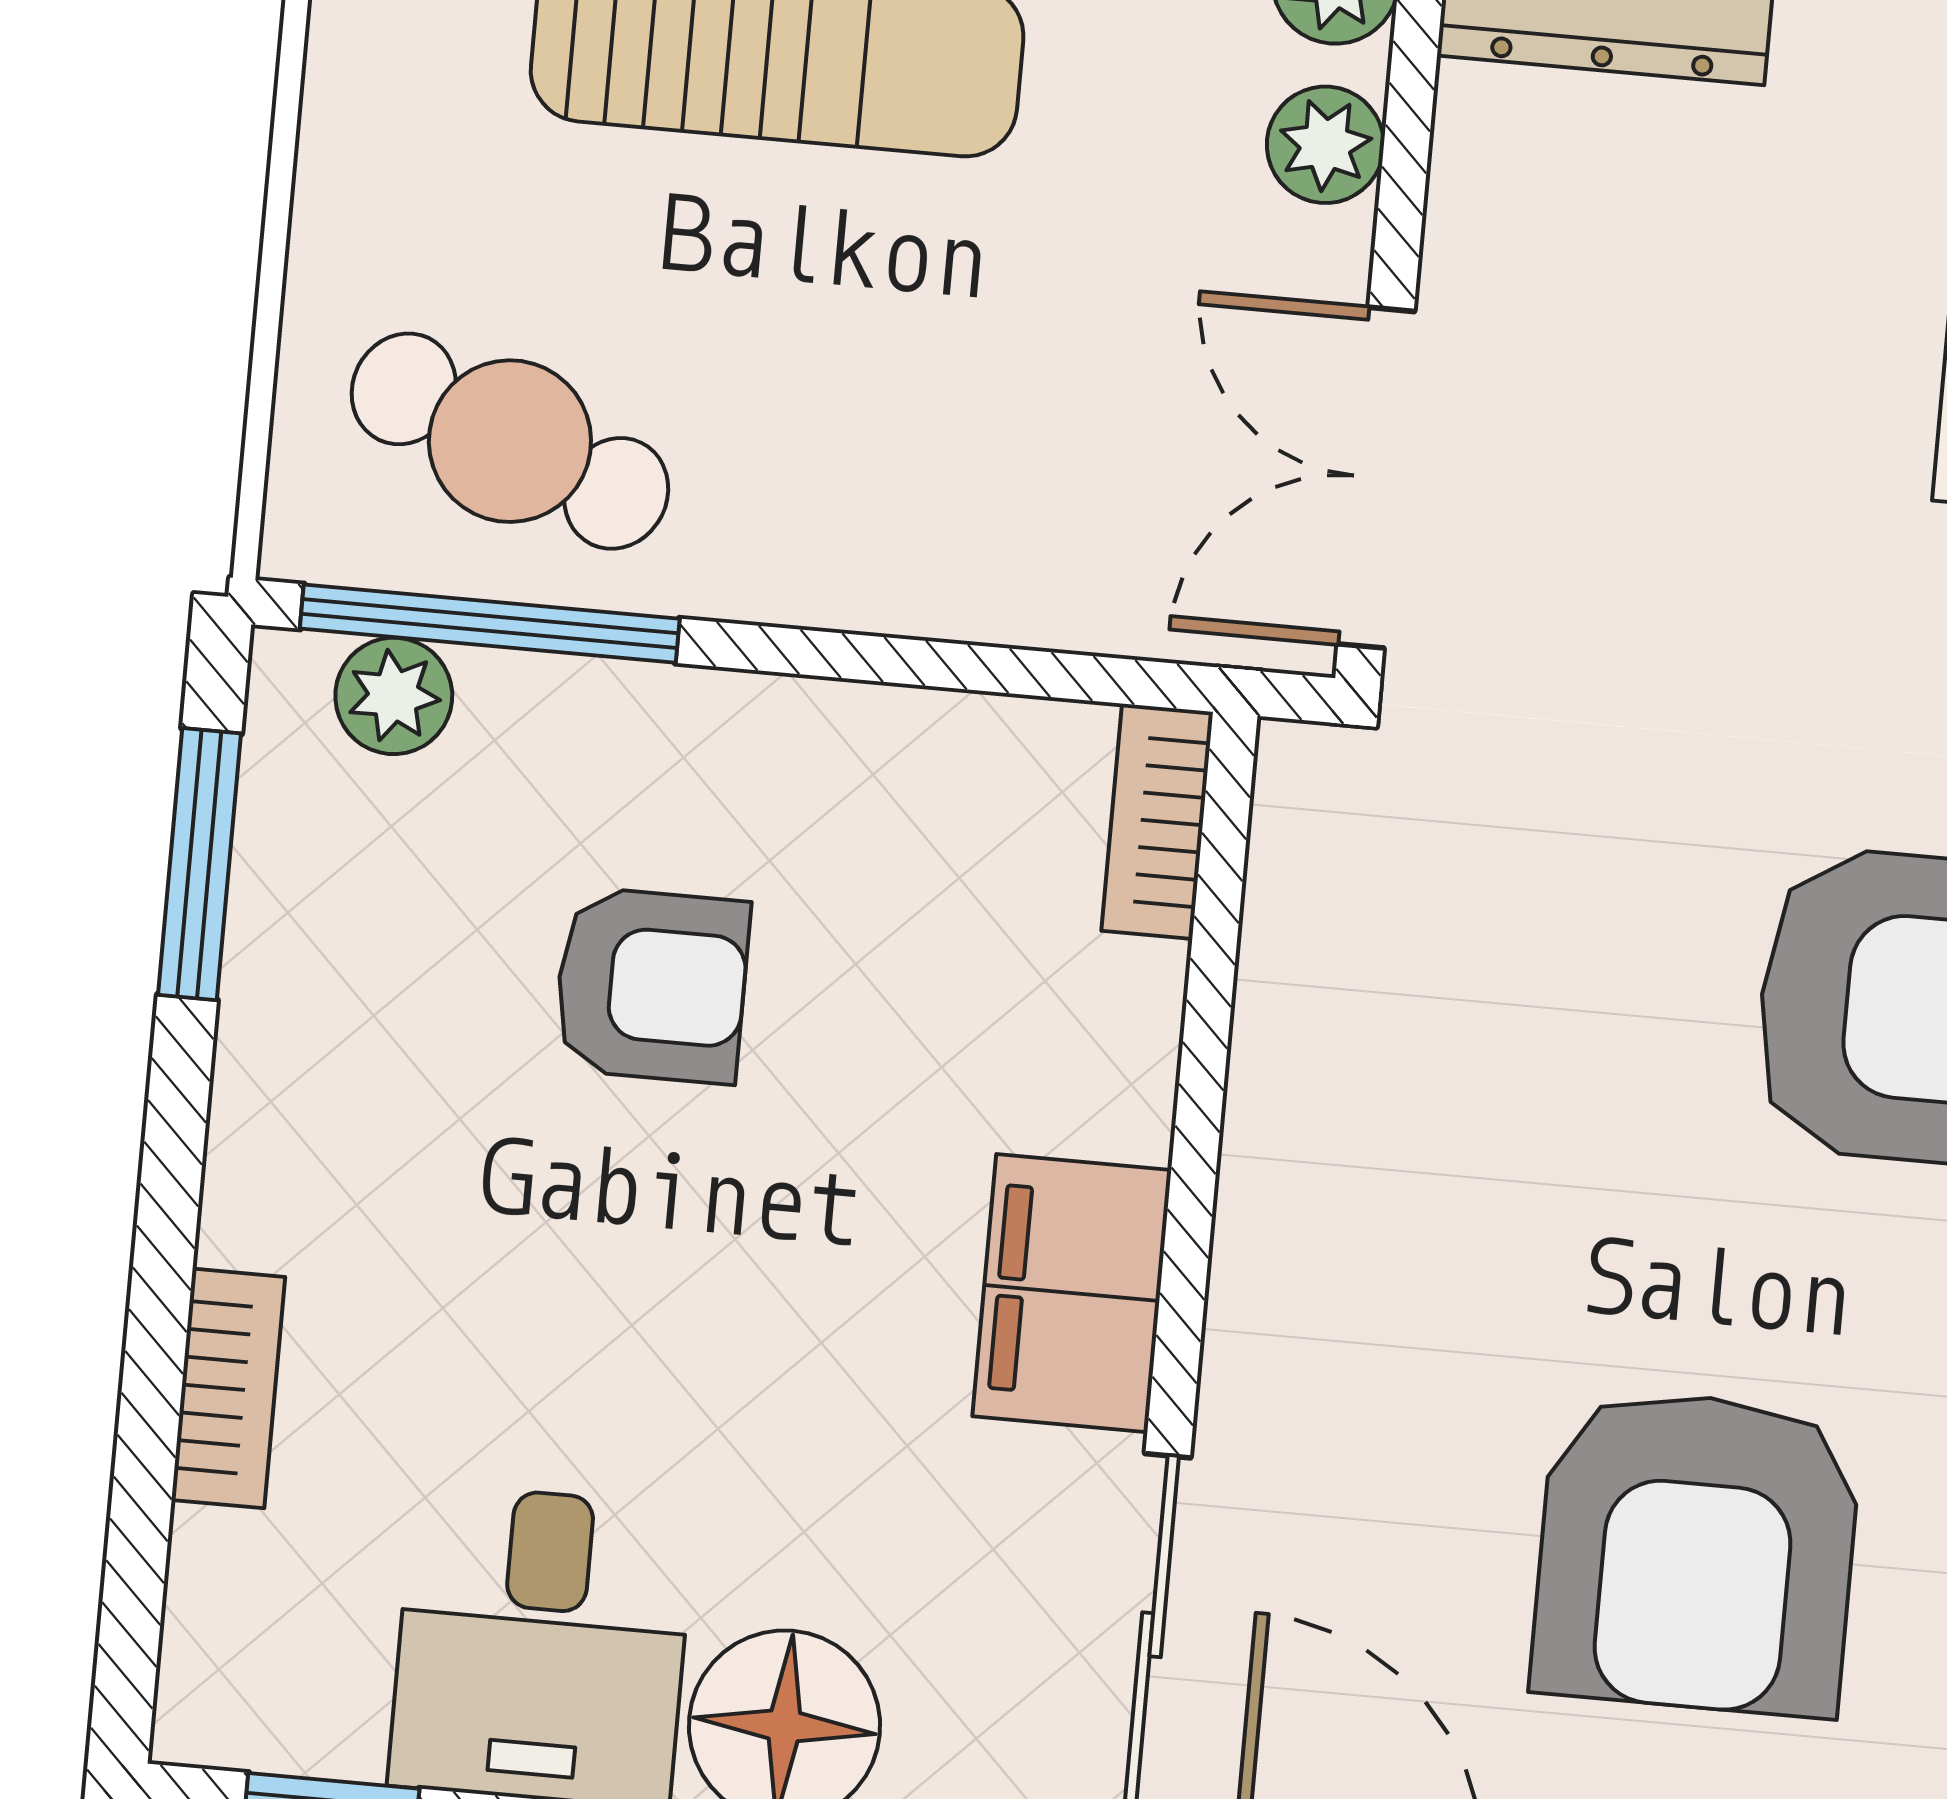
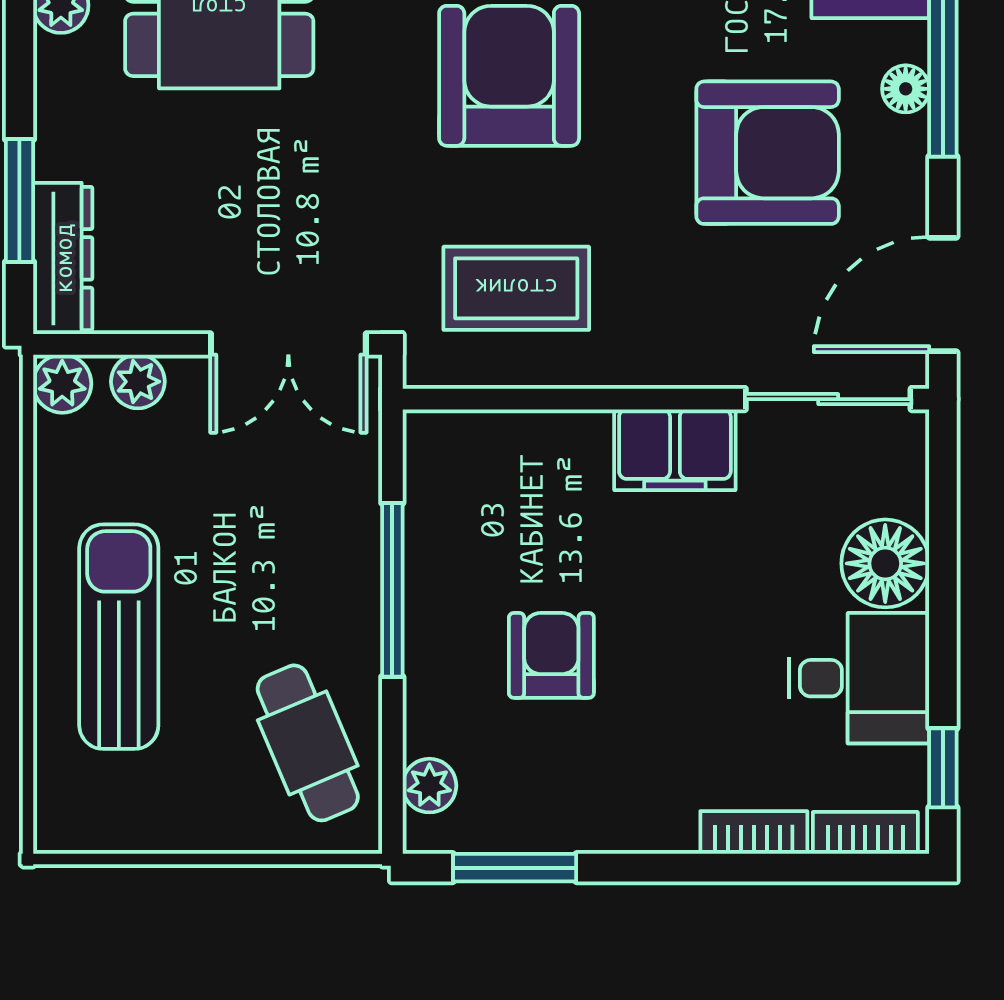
cafe table: (510, 441) -> (308, 743), turned -44
window: (490, 624) -> (392, 590), moved
bookcase: (1157, 821) -> (865, 833), moved, turned 180
coffee table: (1452, 982) -> (516, 288), added

